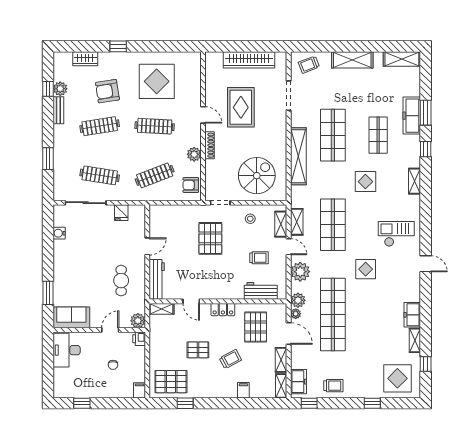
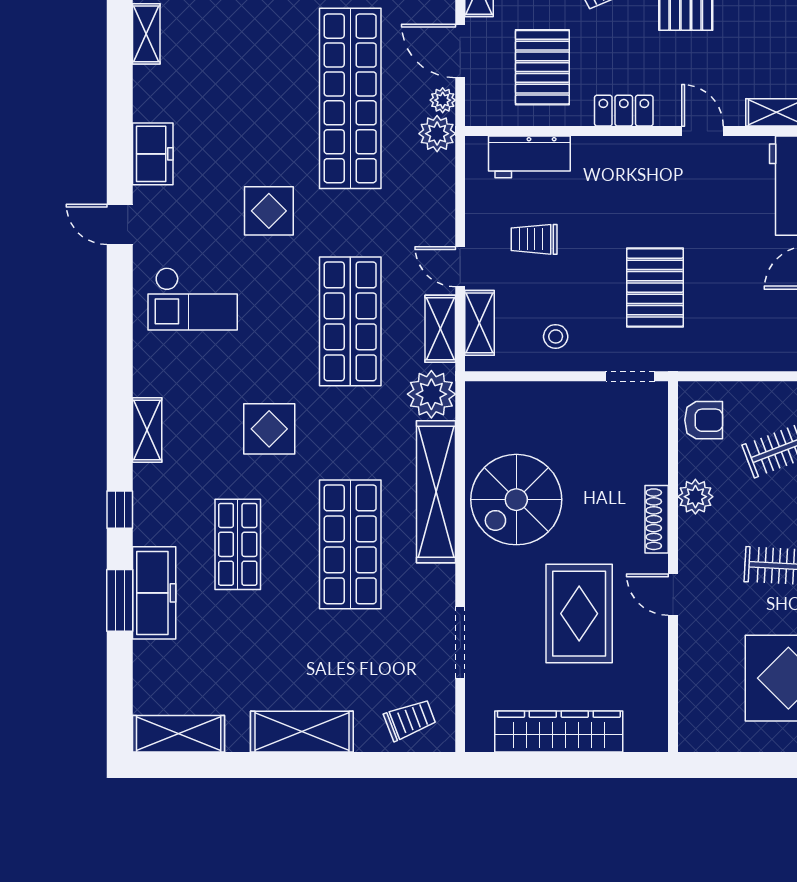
spiral stairs: (257, 176) -> (516, 500), moved
plant: (300, 272) -> (431, 394), moved
freezer: (412, 315) -> (153, 154), moved

